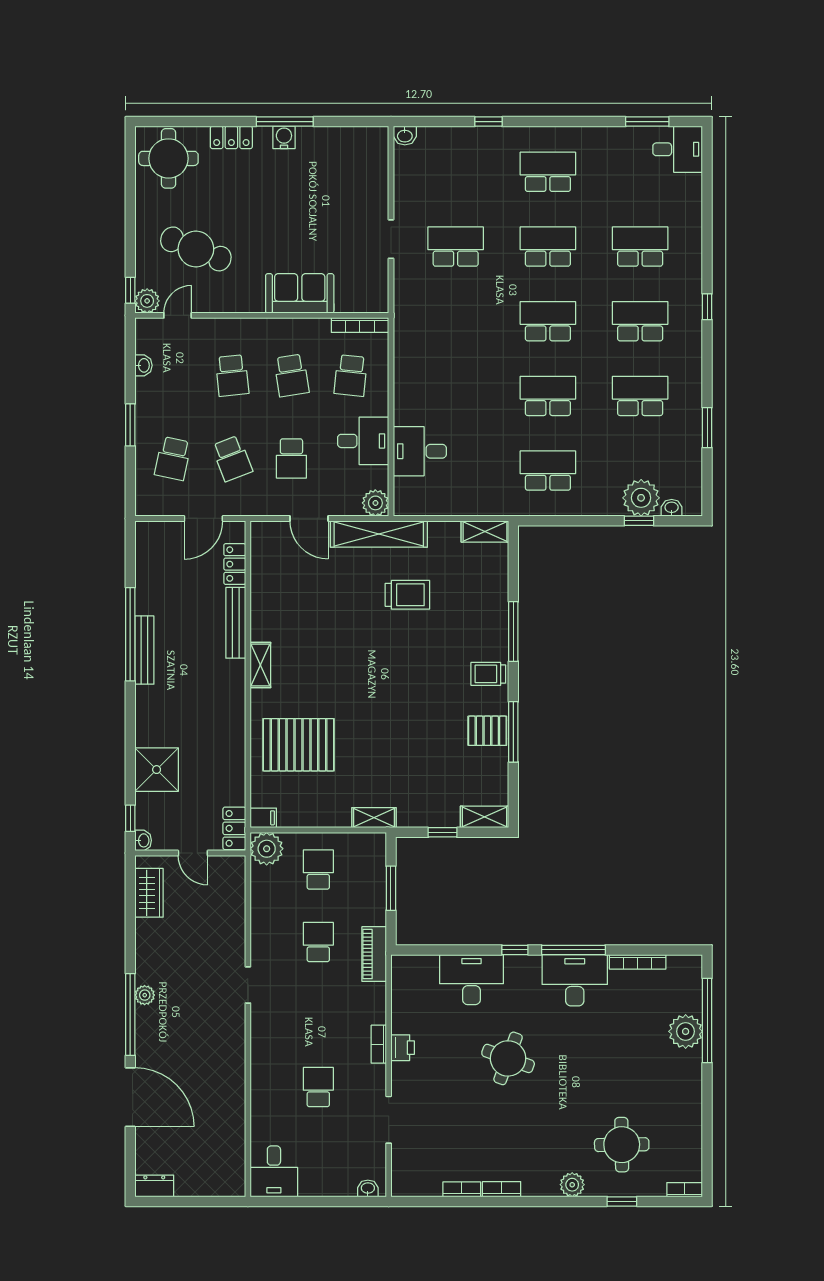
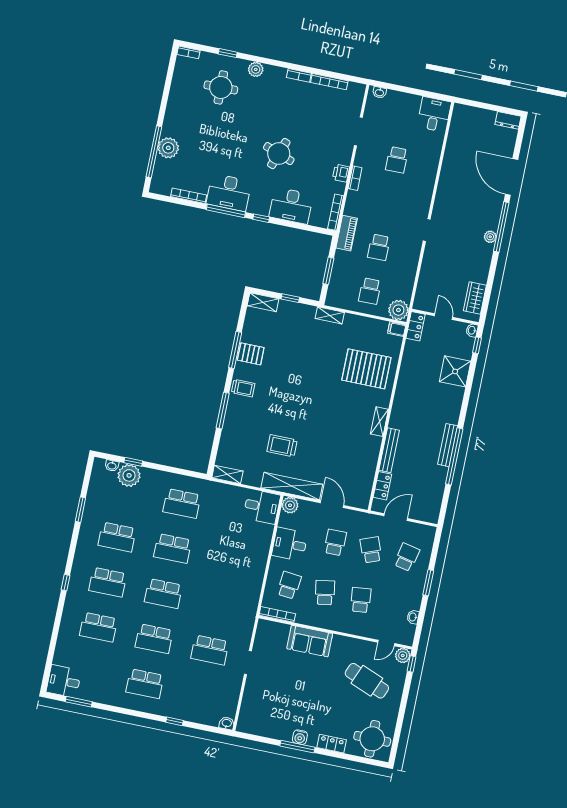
desk: (420, 451) -> (262, 507), moved
bookcase: (398, 984) -> (336, 212), added
bookcase: (462, 1189) -> (329, 82), width x1.56

